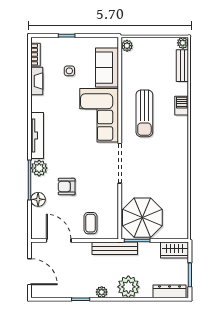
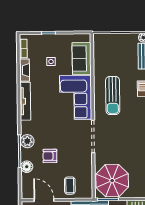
plant: (127, 46) -> (98, 40), removed
tv unit: (37, 136) -> (25, 101), moved

